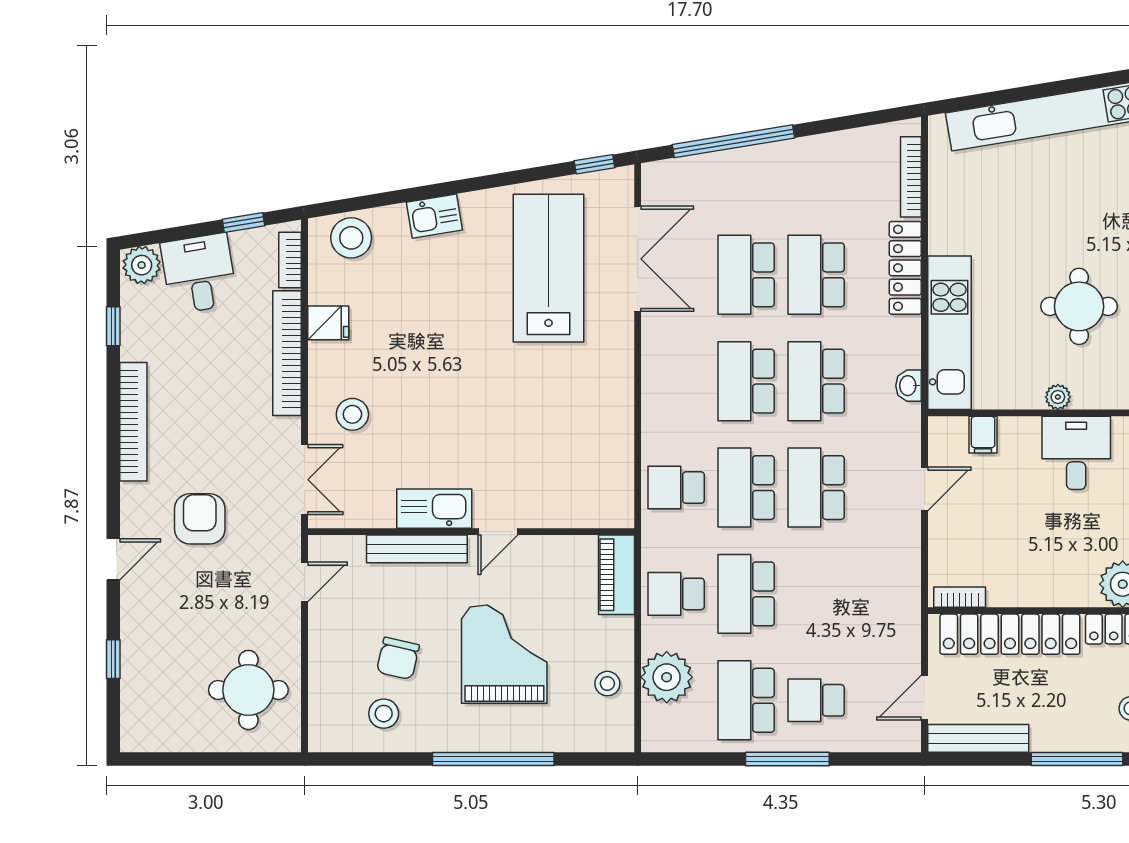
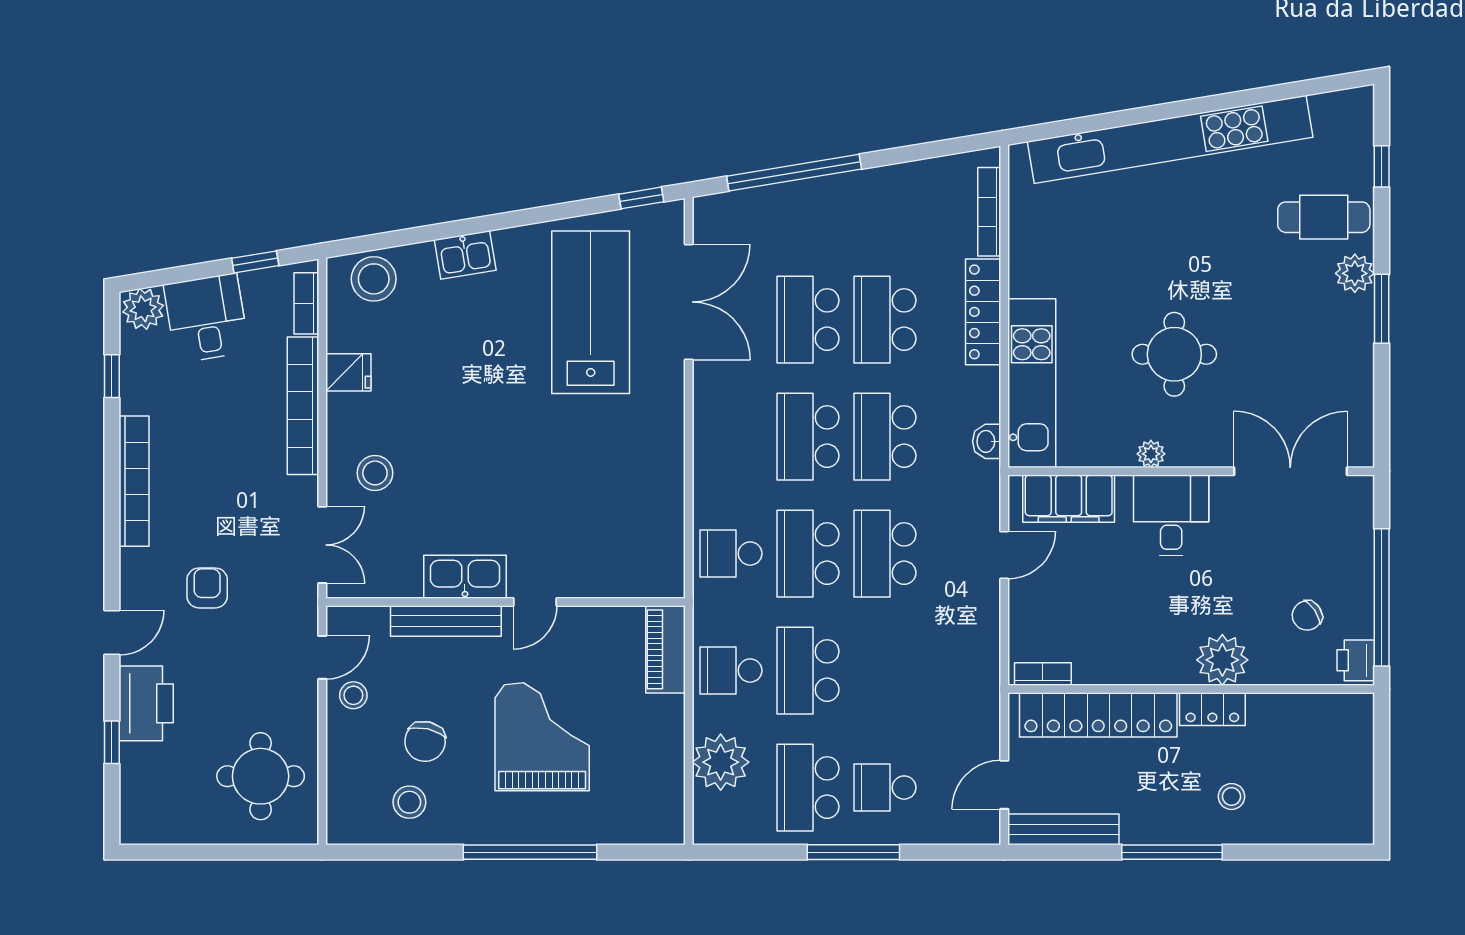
filing cabinet: (983, 435) -> (1069, 499), width x3.00, depth x1.17
armchair: (200, 519) -> (207, 588), width x0.72, depth x0.72
printer: (144, 624) -> (146, 703), added
stool: (607, 684) -> (353, 695), moved

